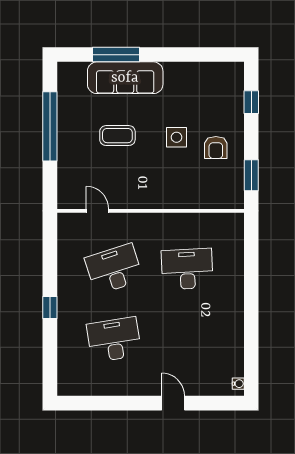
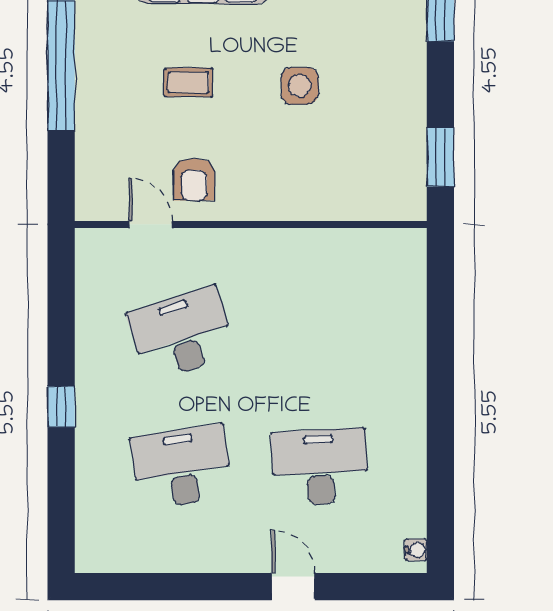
coffee table: (117, 136) -> (188, 82), width x0.73, depth x0.77
armchair: (216, 148) -> (194, 179), moved
desk: (187, 269) -> (320, 467), moved

